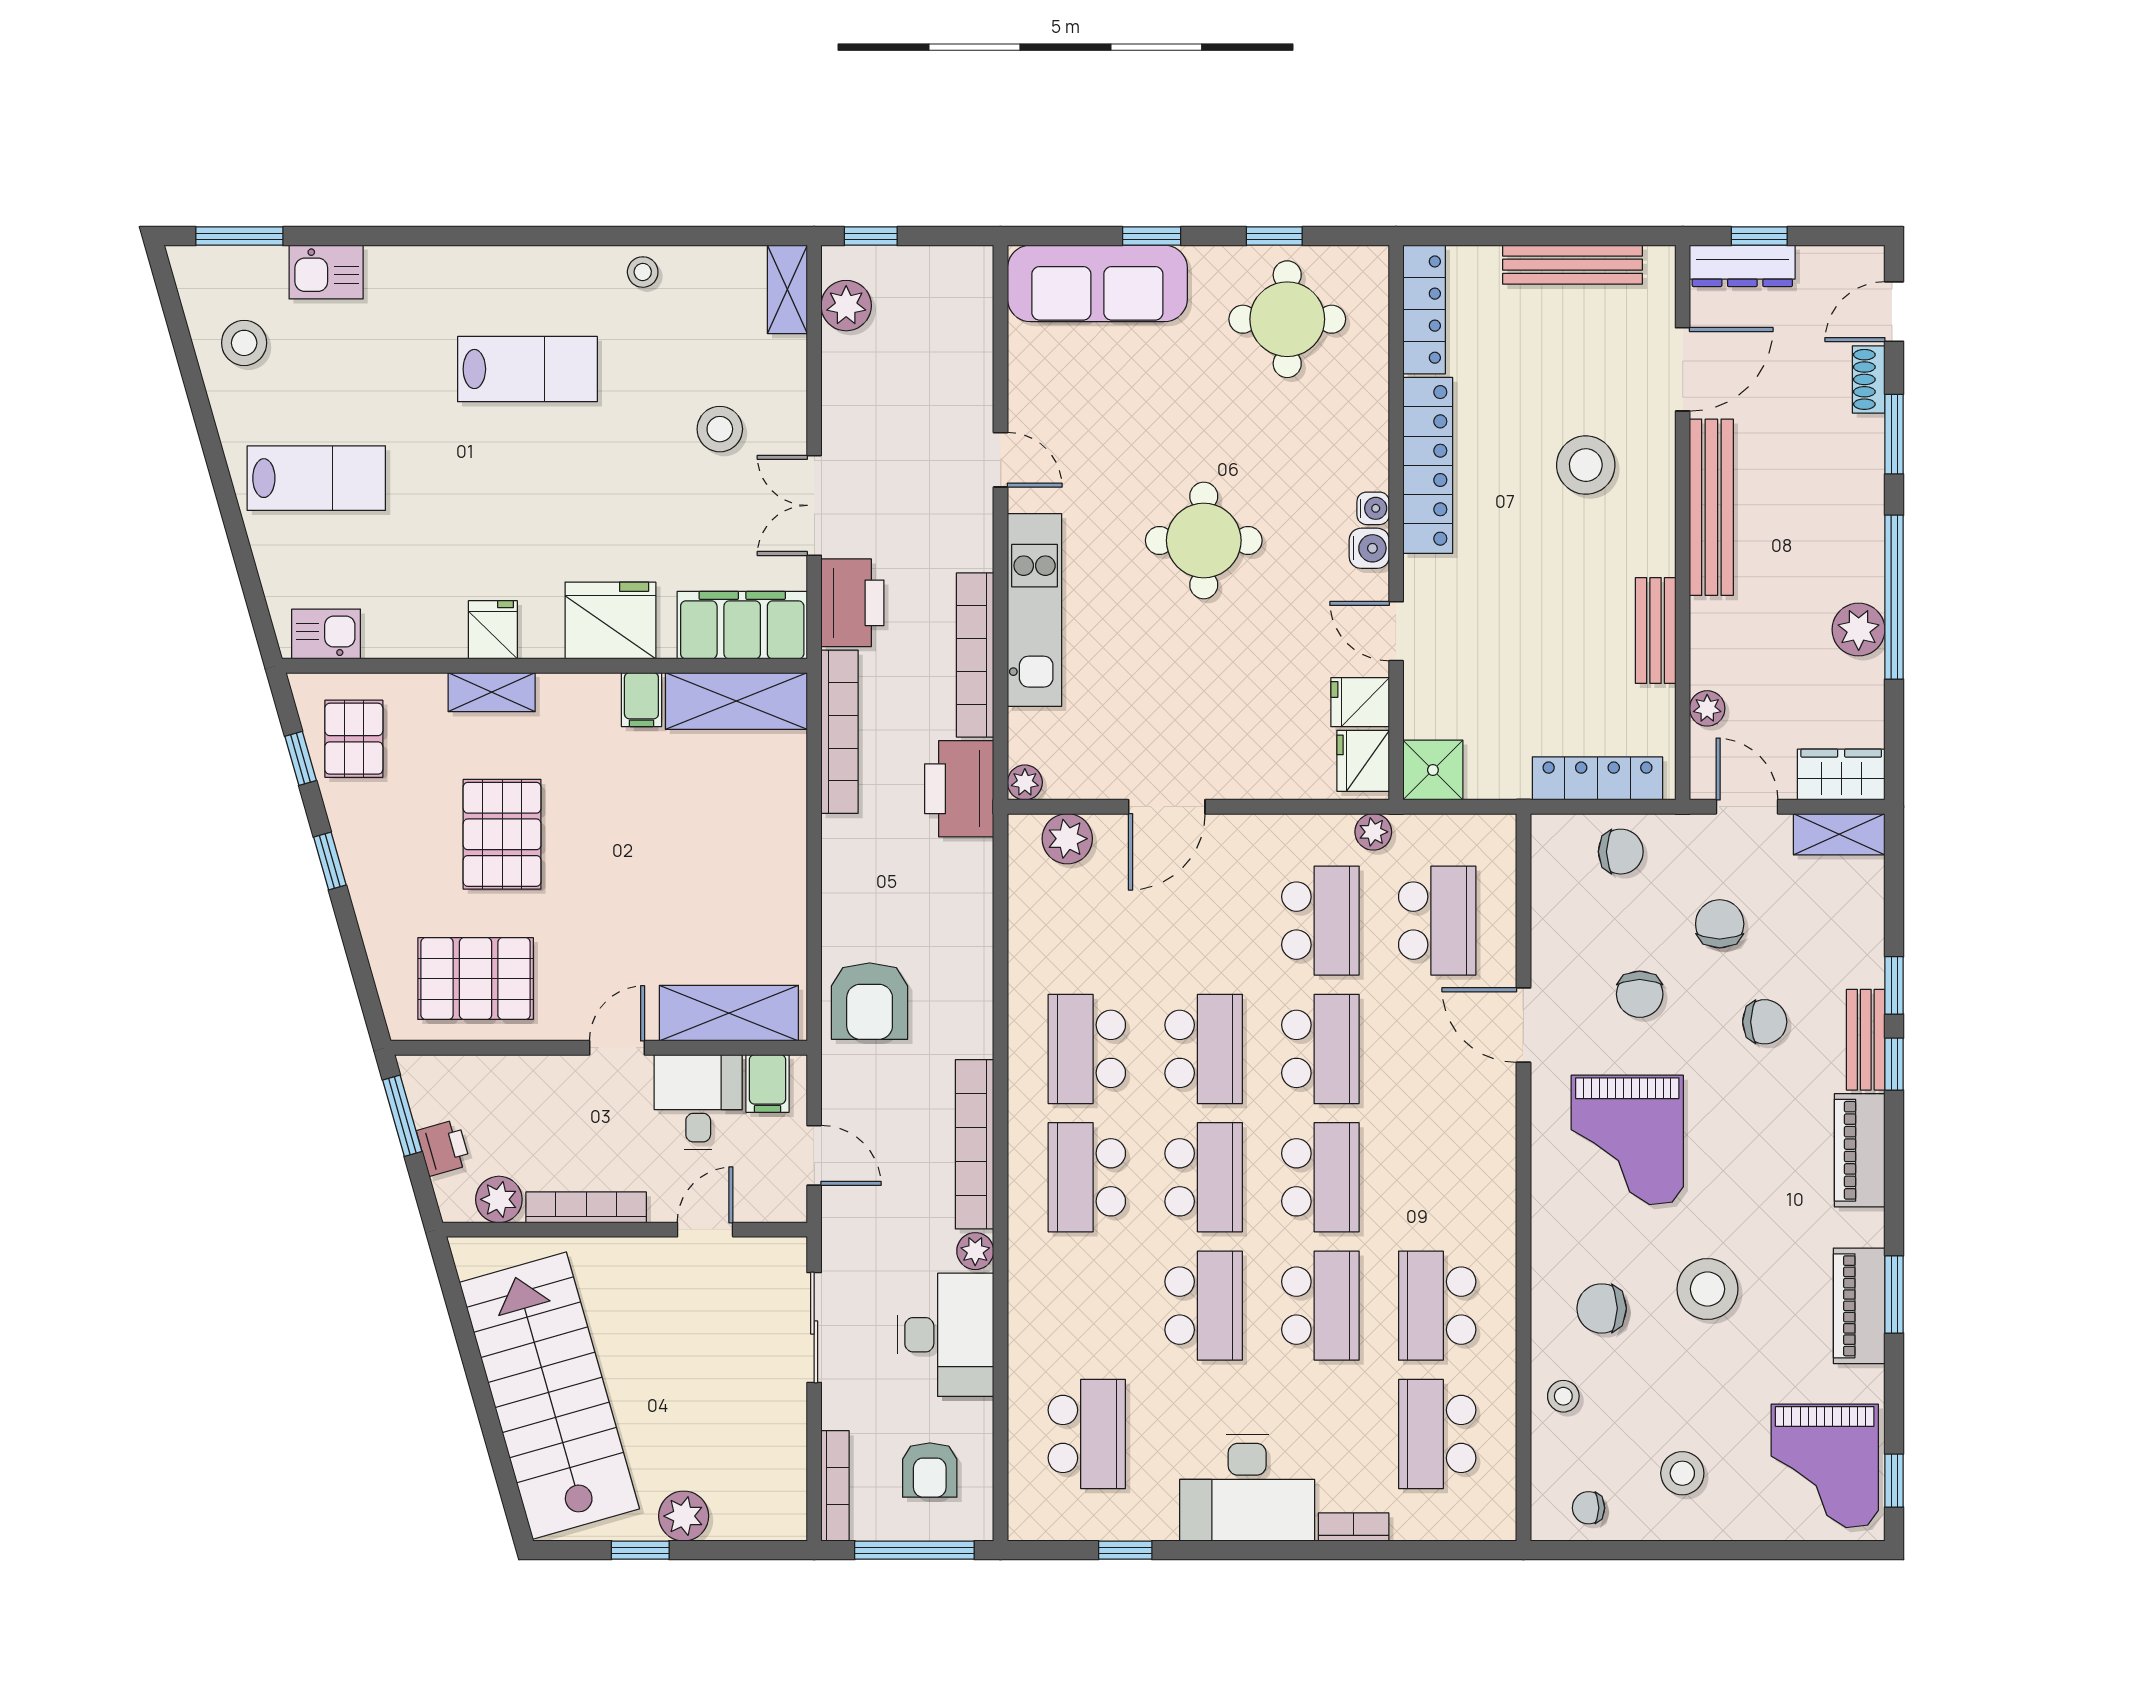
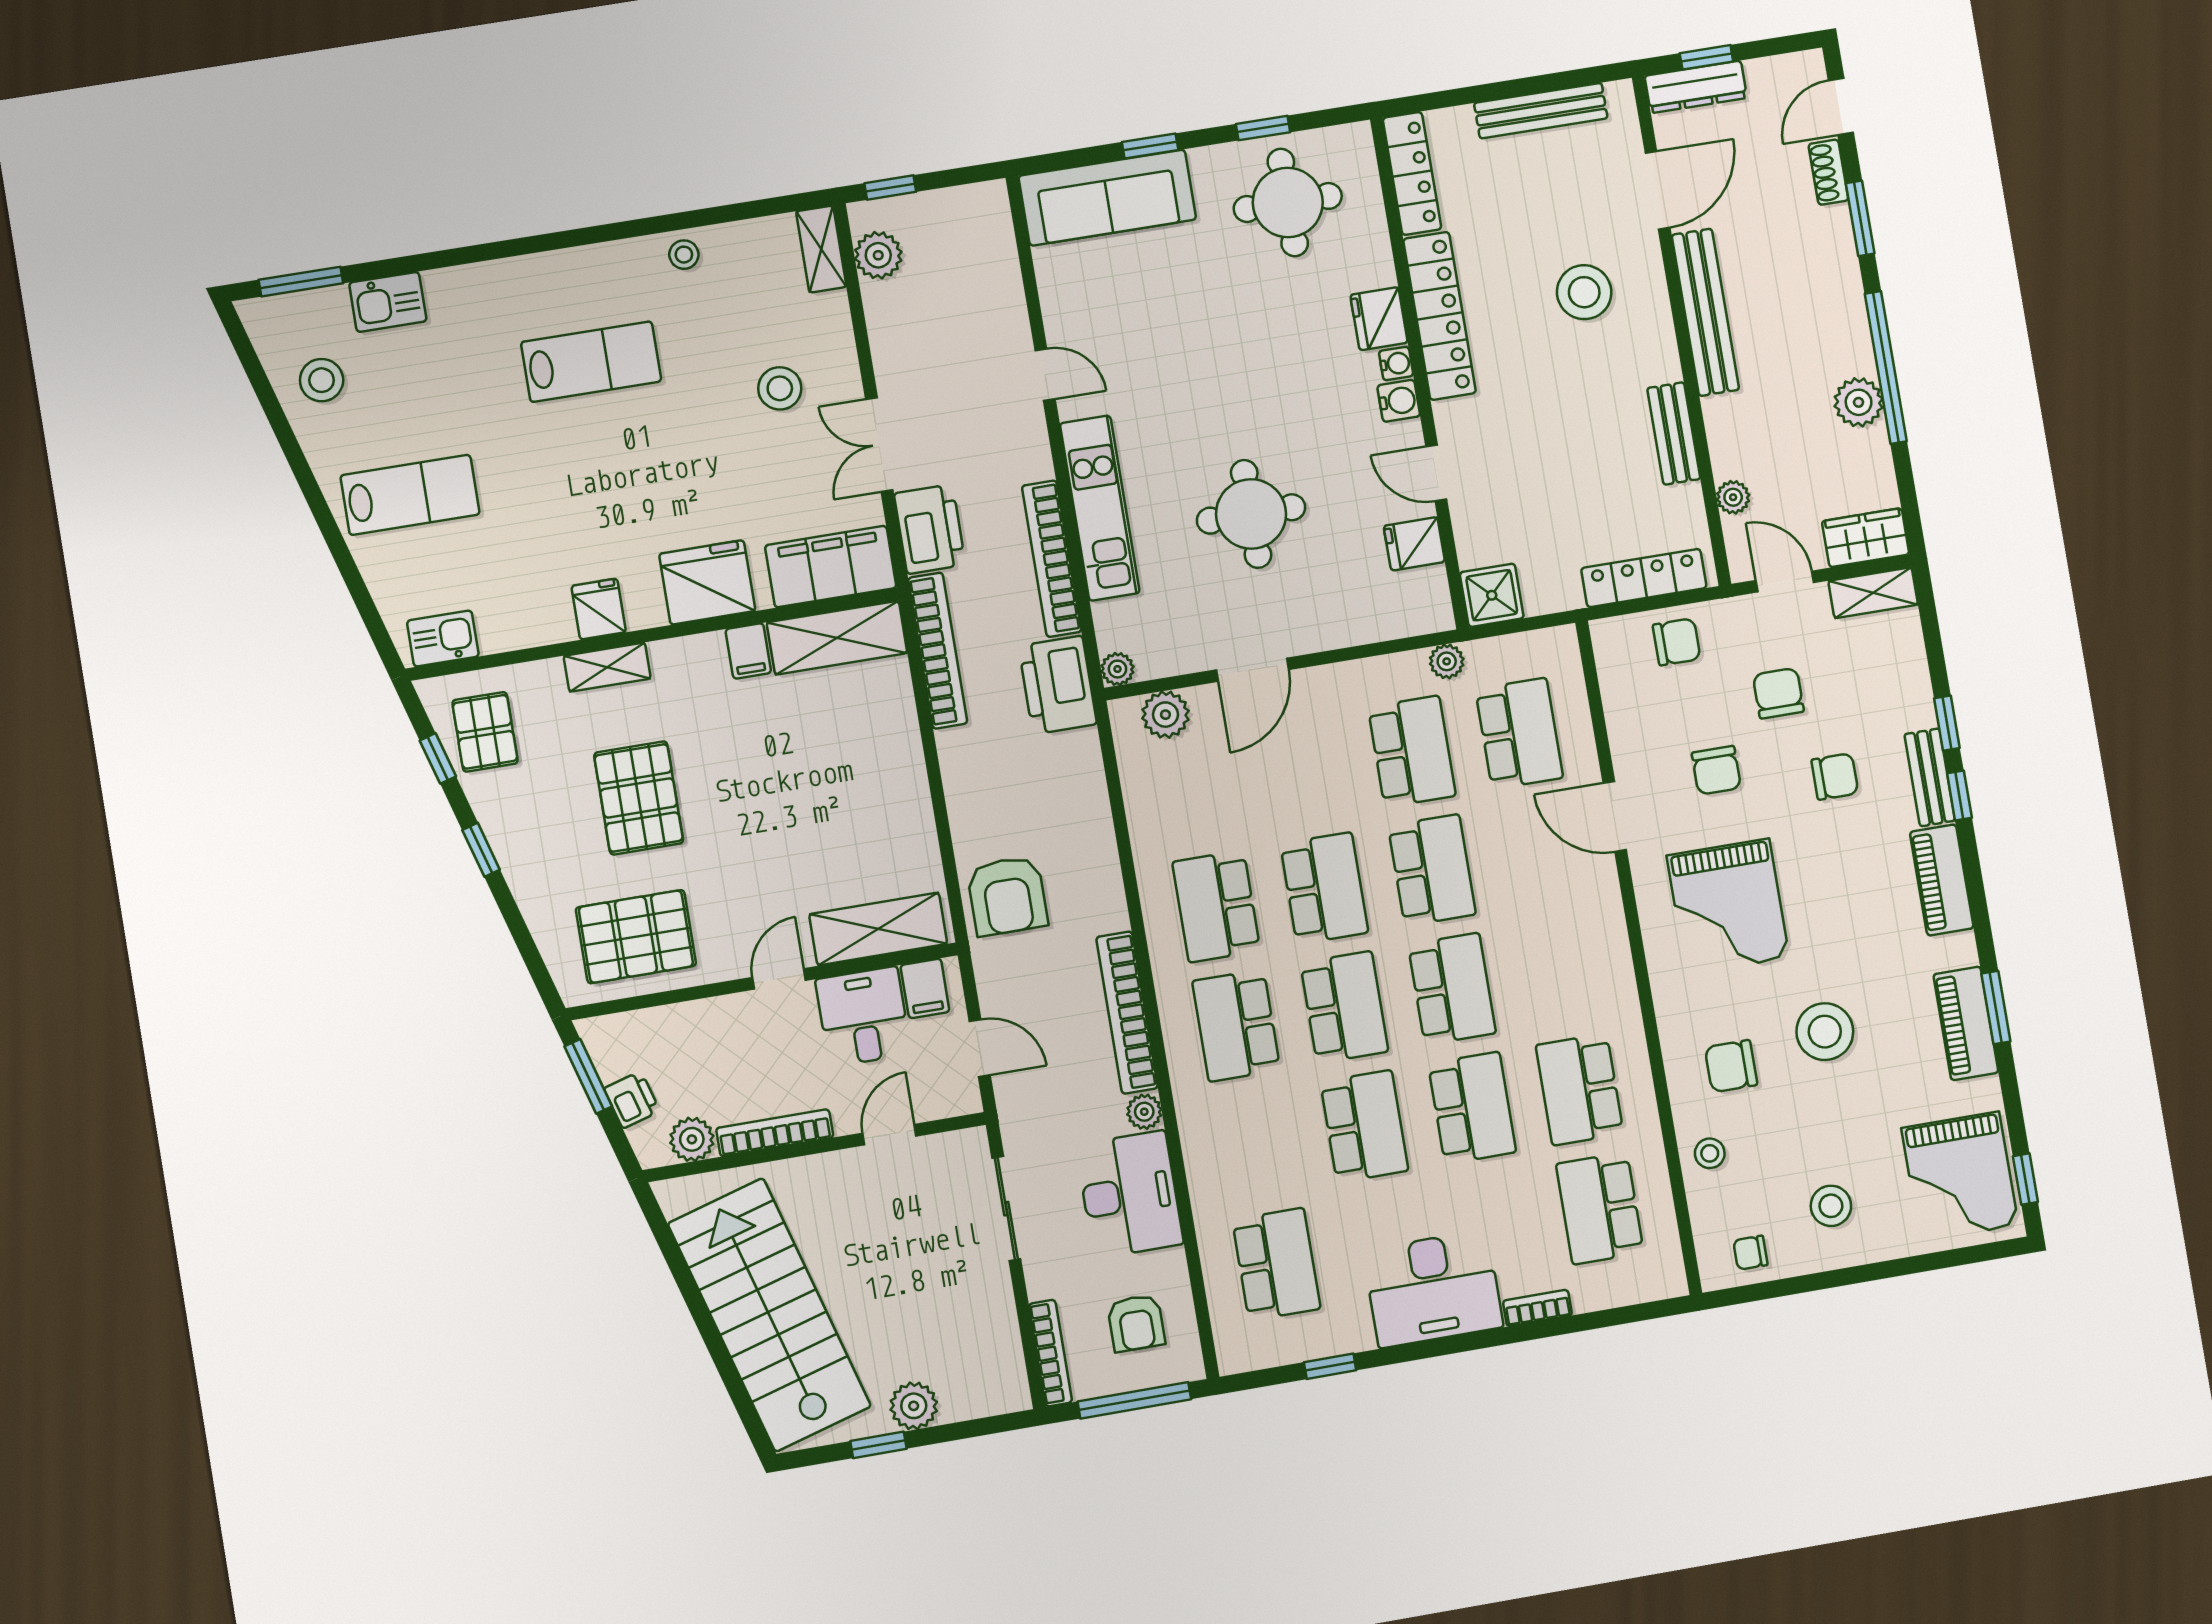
round table: (1204, 540) -> (1251, 514), moved
fridge: (1363, 761) -> (1379, 319), moved

